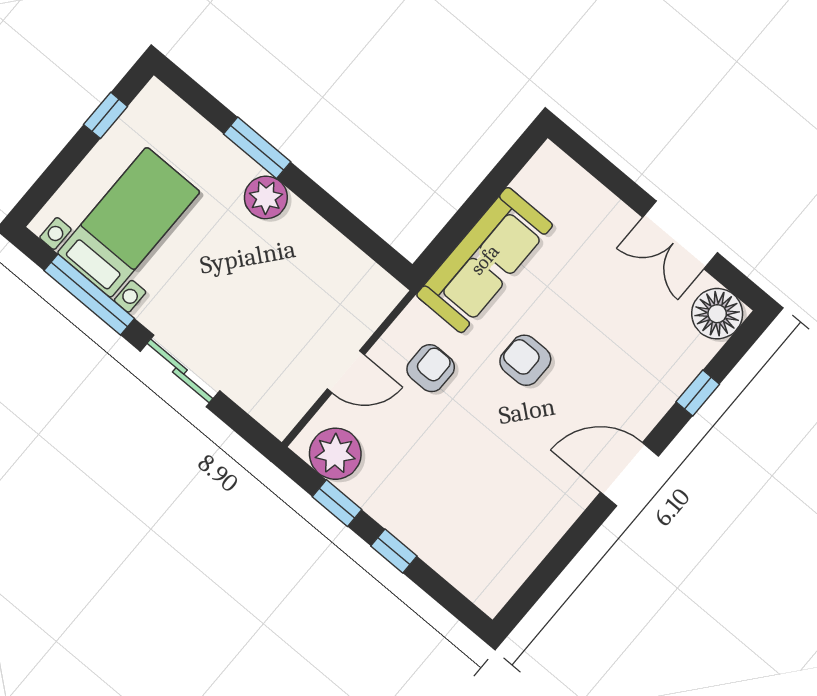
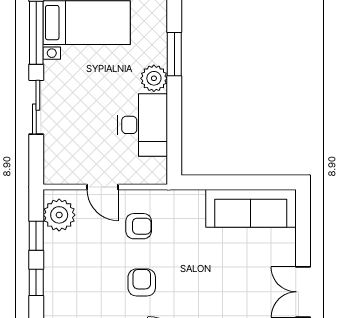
desk: (311, 259) -> (143, 125), added
sofa: (485, 260) -> (251, 208), moved
armchair: (525, 360) -> (142, 282), moved

